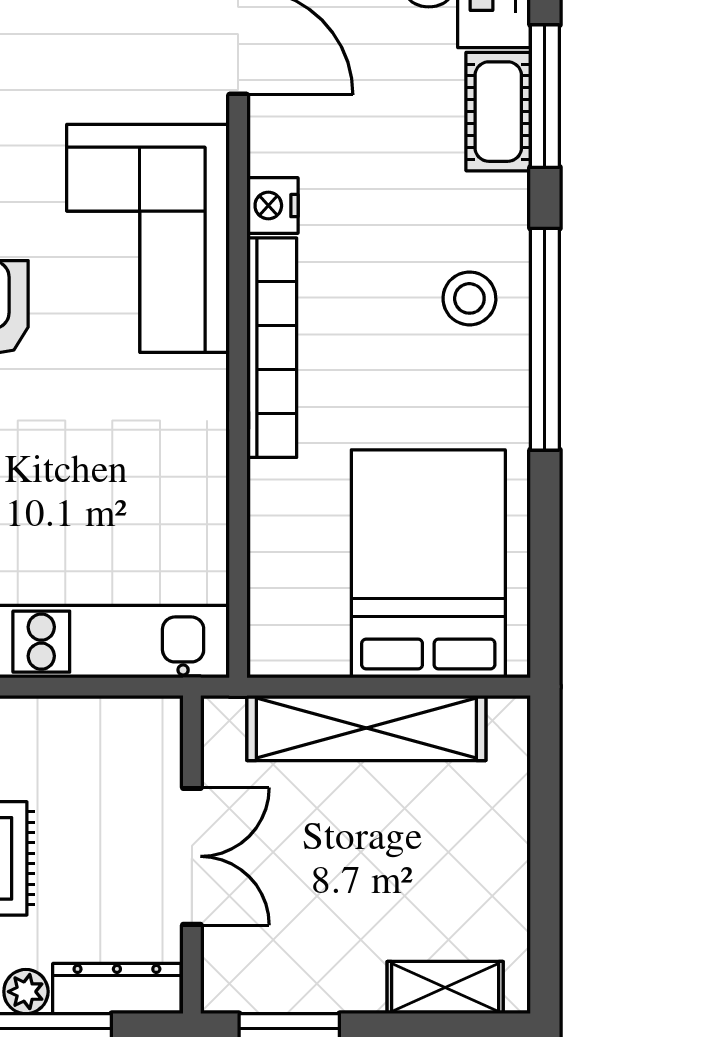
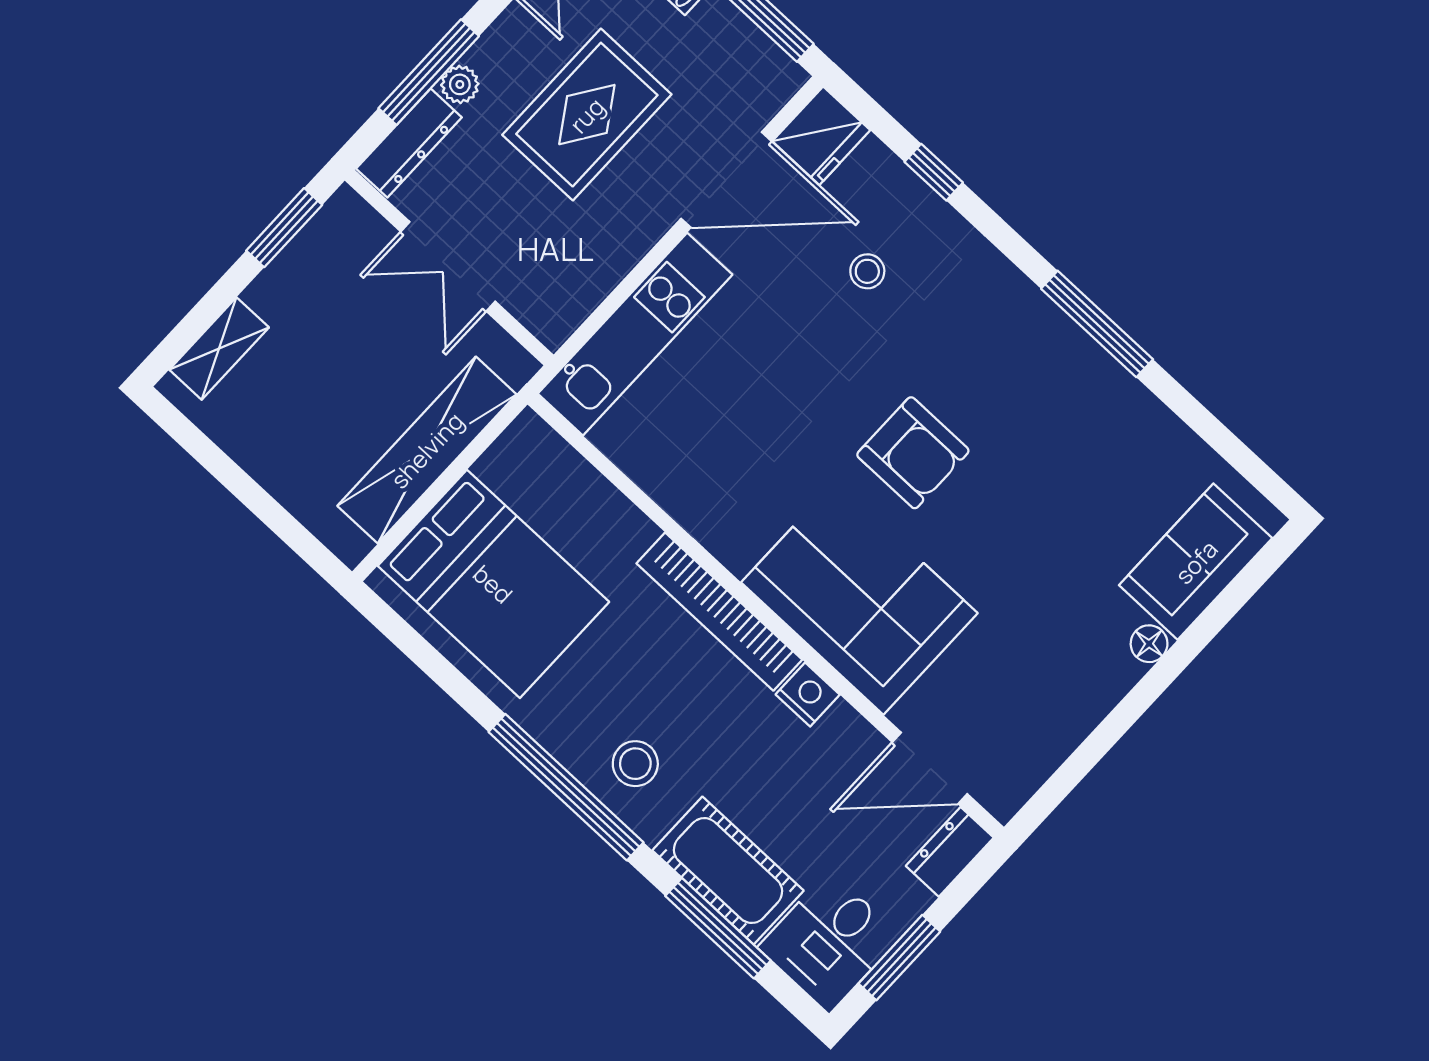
cot: (498, 112) -> (728, 871), width x1.37, depth x1.34

